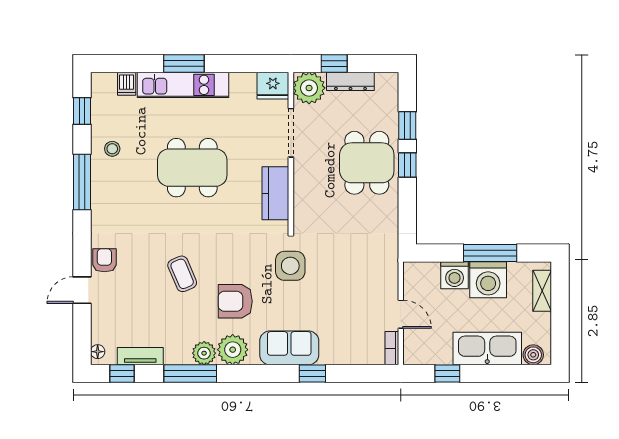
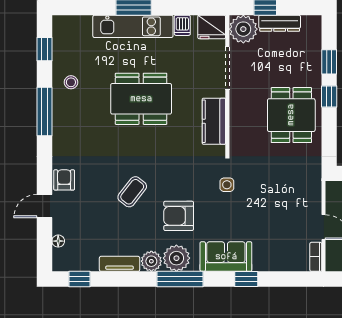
dishwasher: (127, 84) -> (182, 25), moved
dining table: (367, 163) -> (291, 115), moved
side table: (290, 266) -> (227, 185), width x0.54, depth x0.54
coffee table: (182, 274) -> (132, 192), turned 61
floor lamp: (98, 352) -> (58, 241), moved
tv unit: (140, 356) -> (120, 264), moved
window: (190, 373) -> (180, 279), moved

